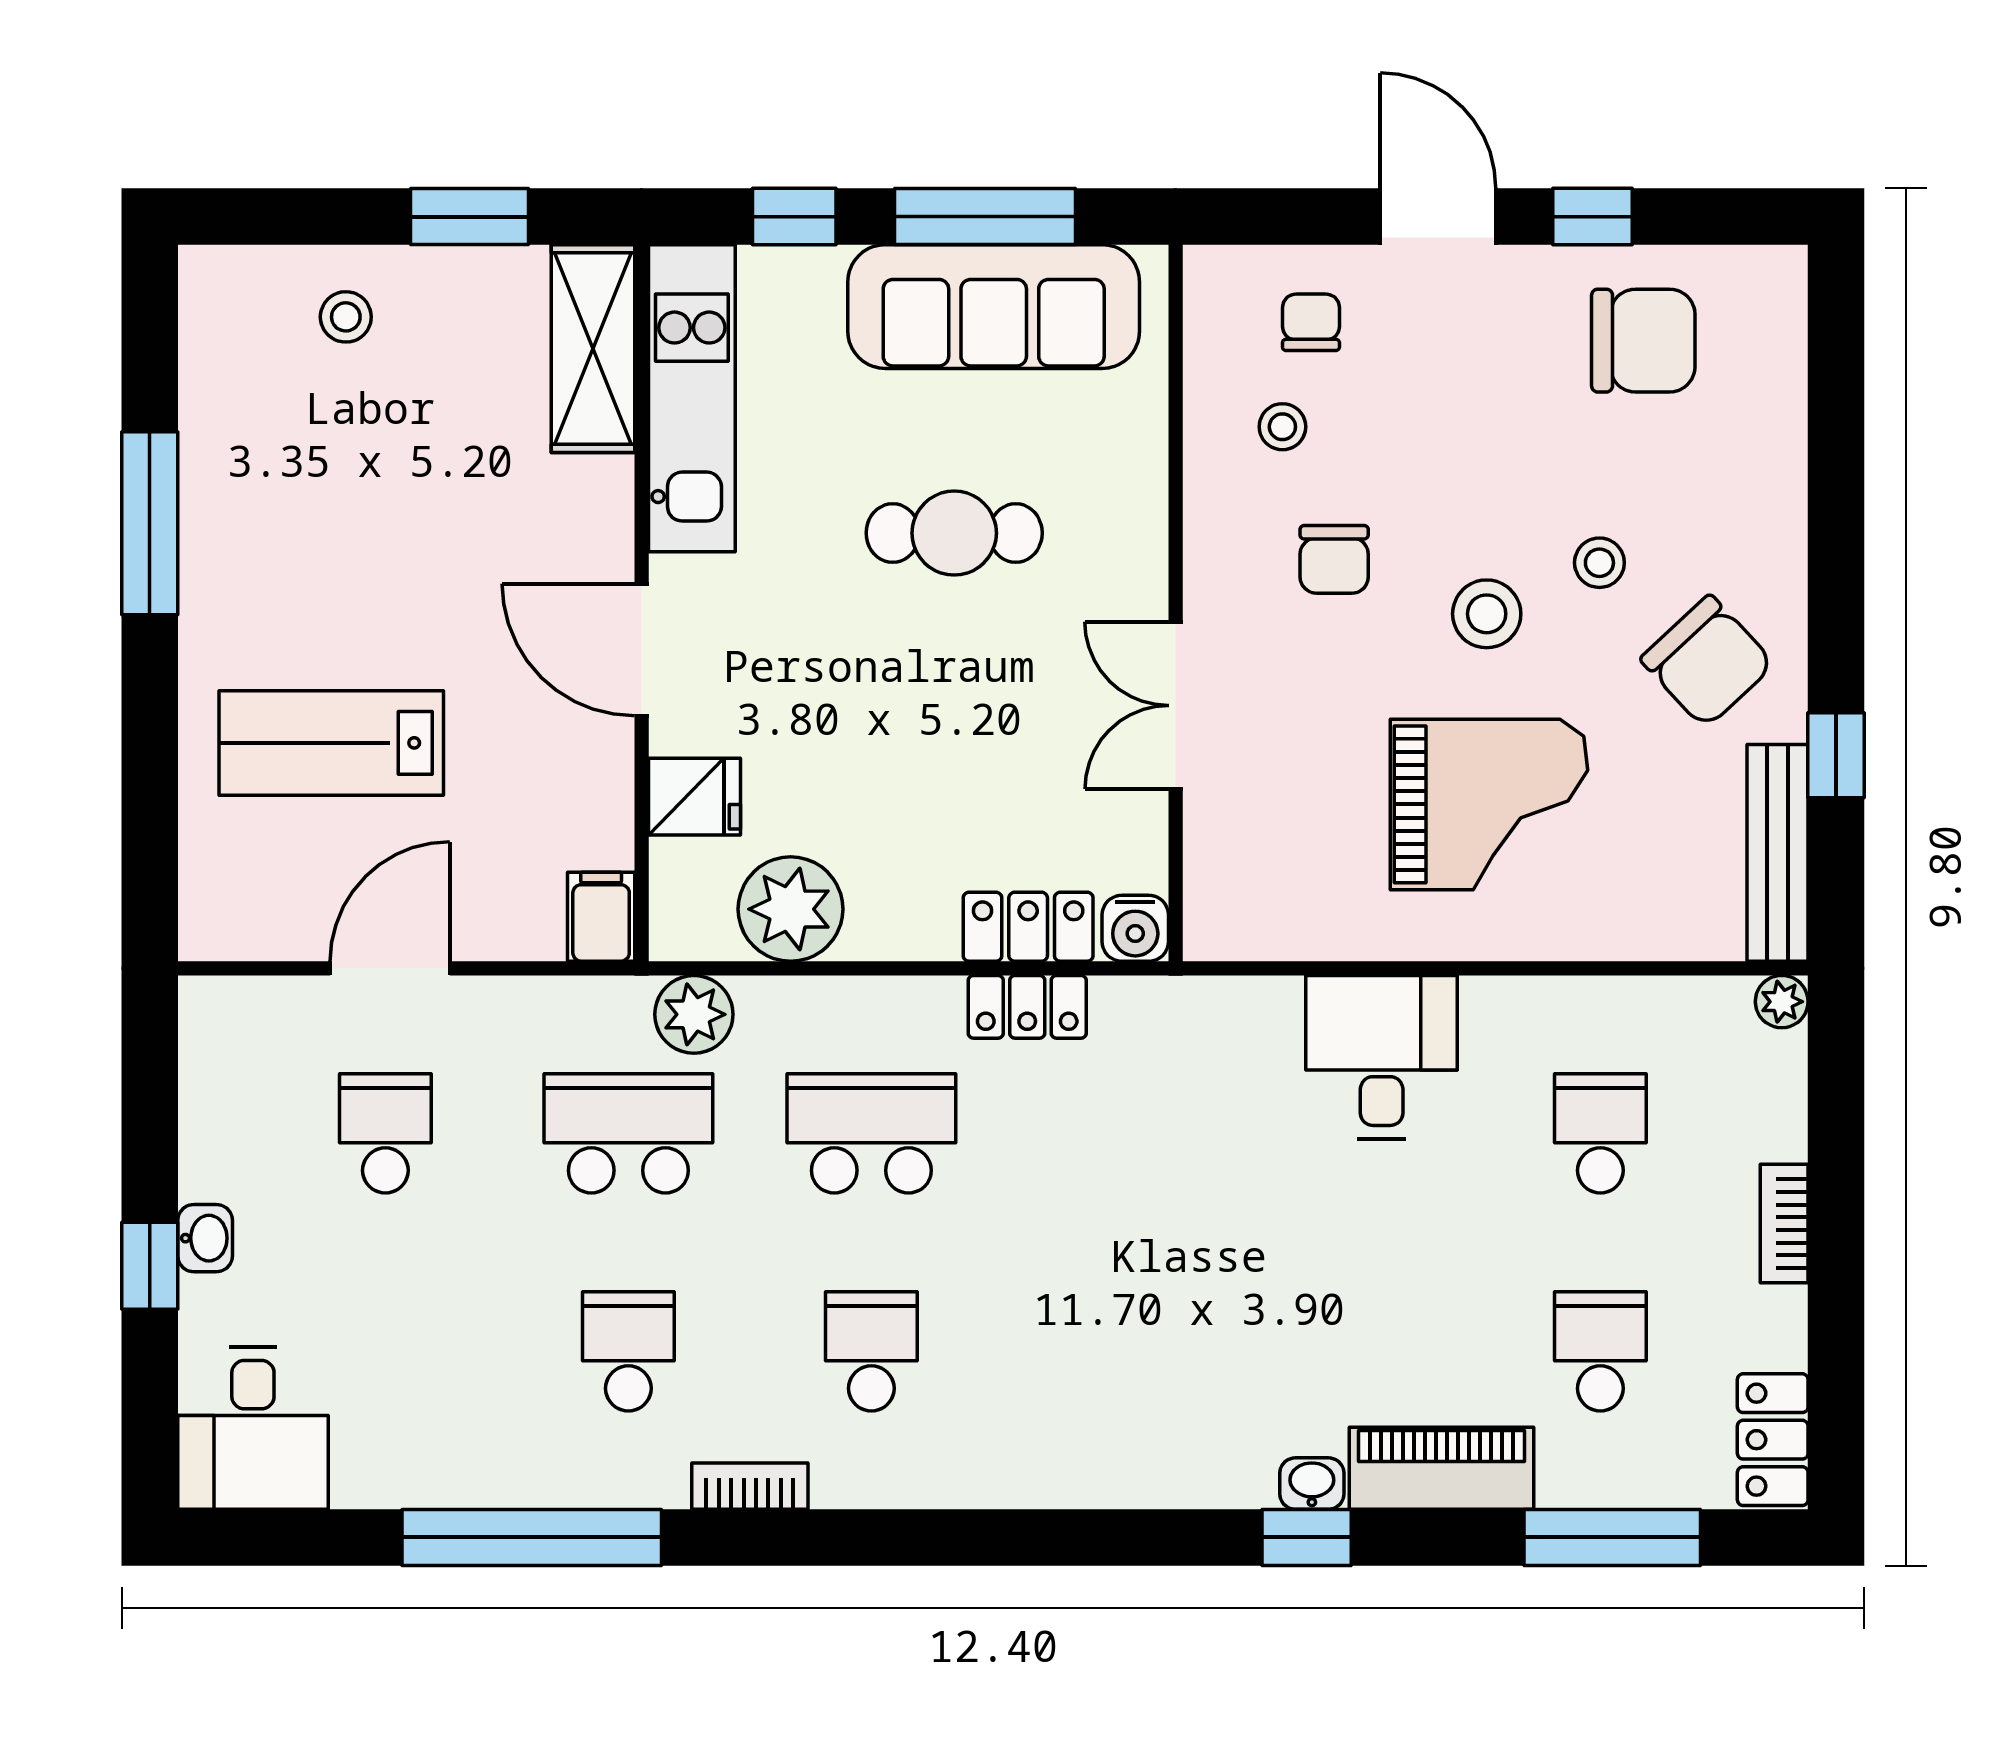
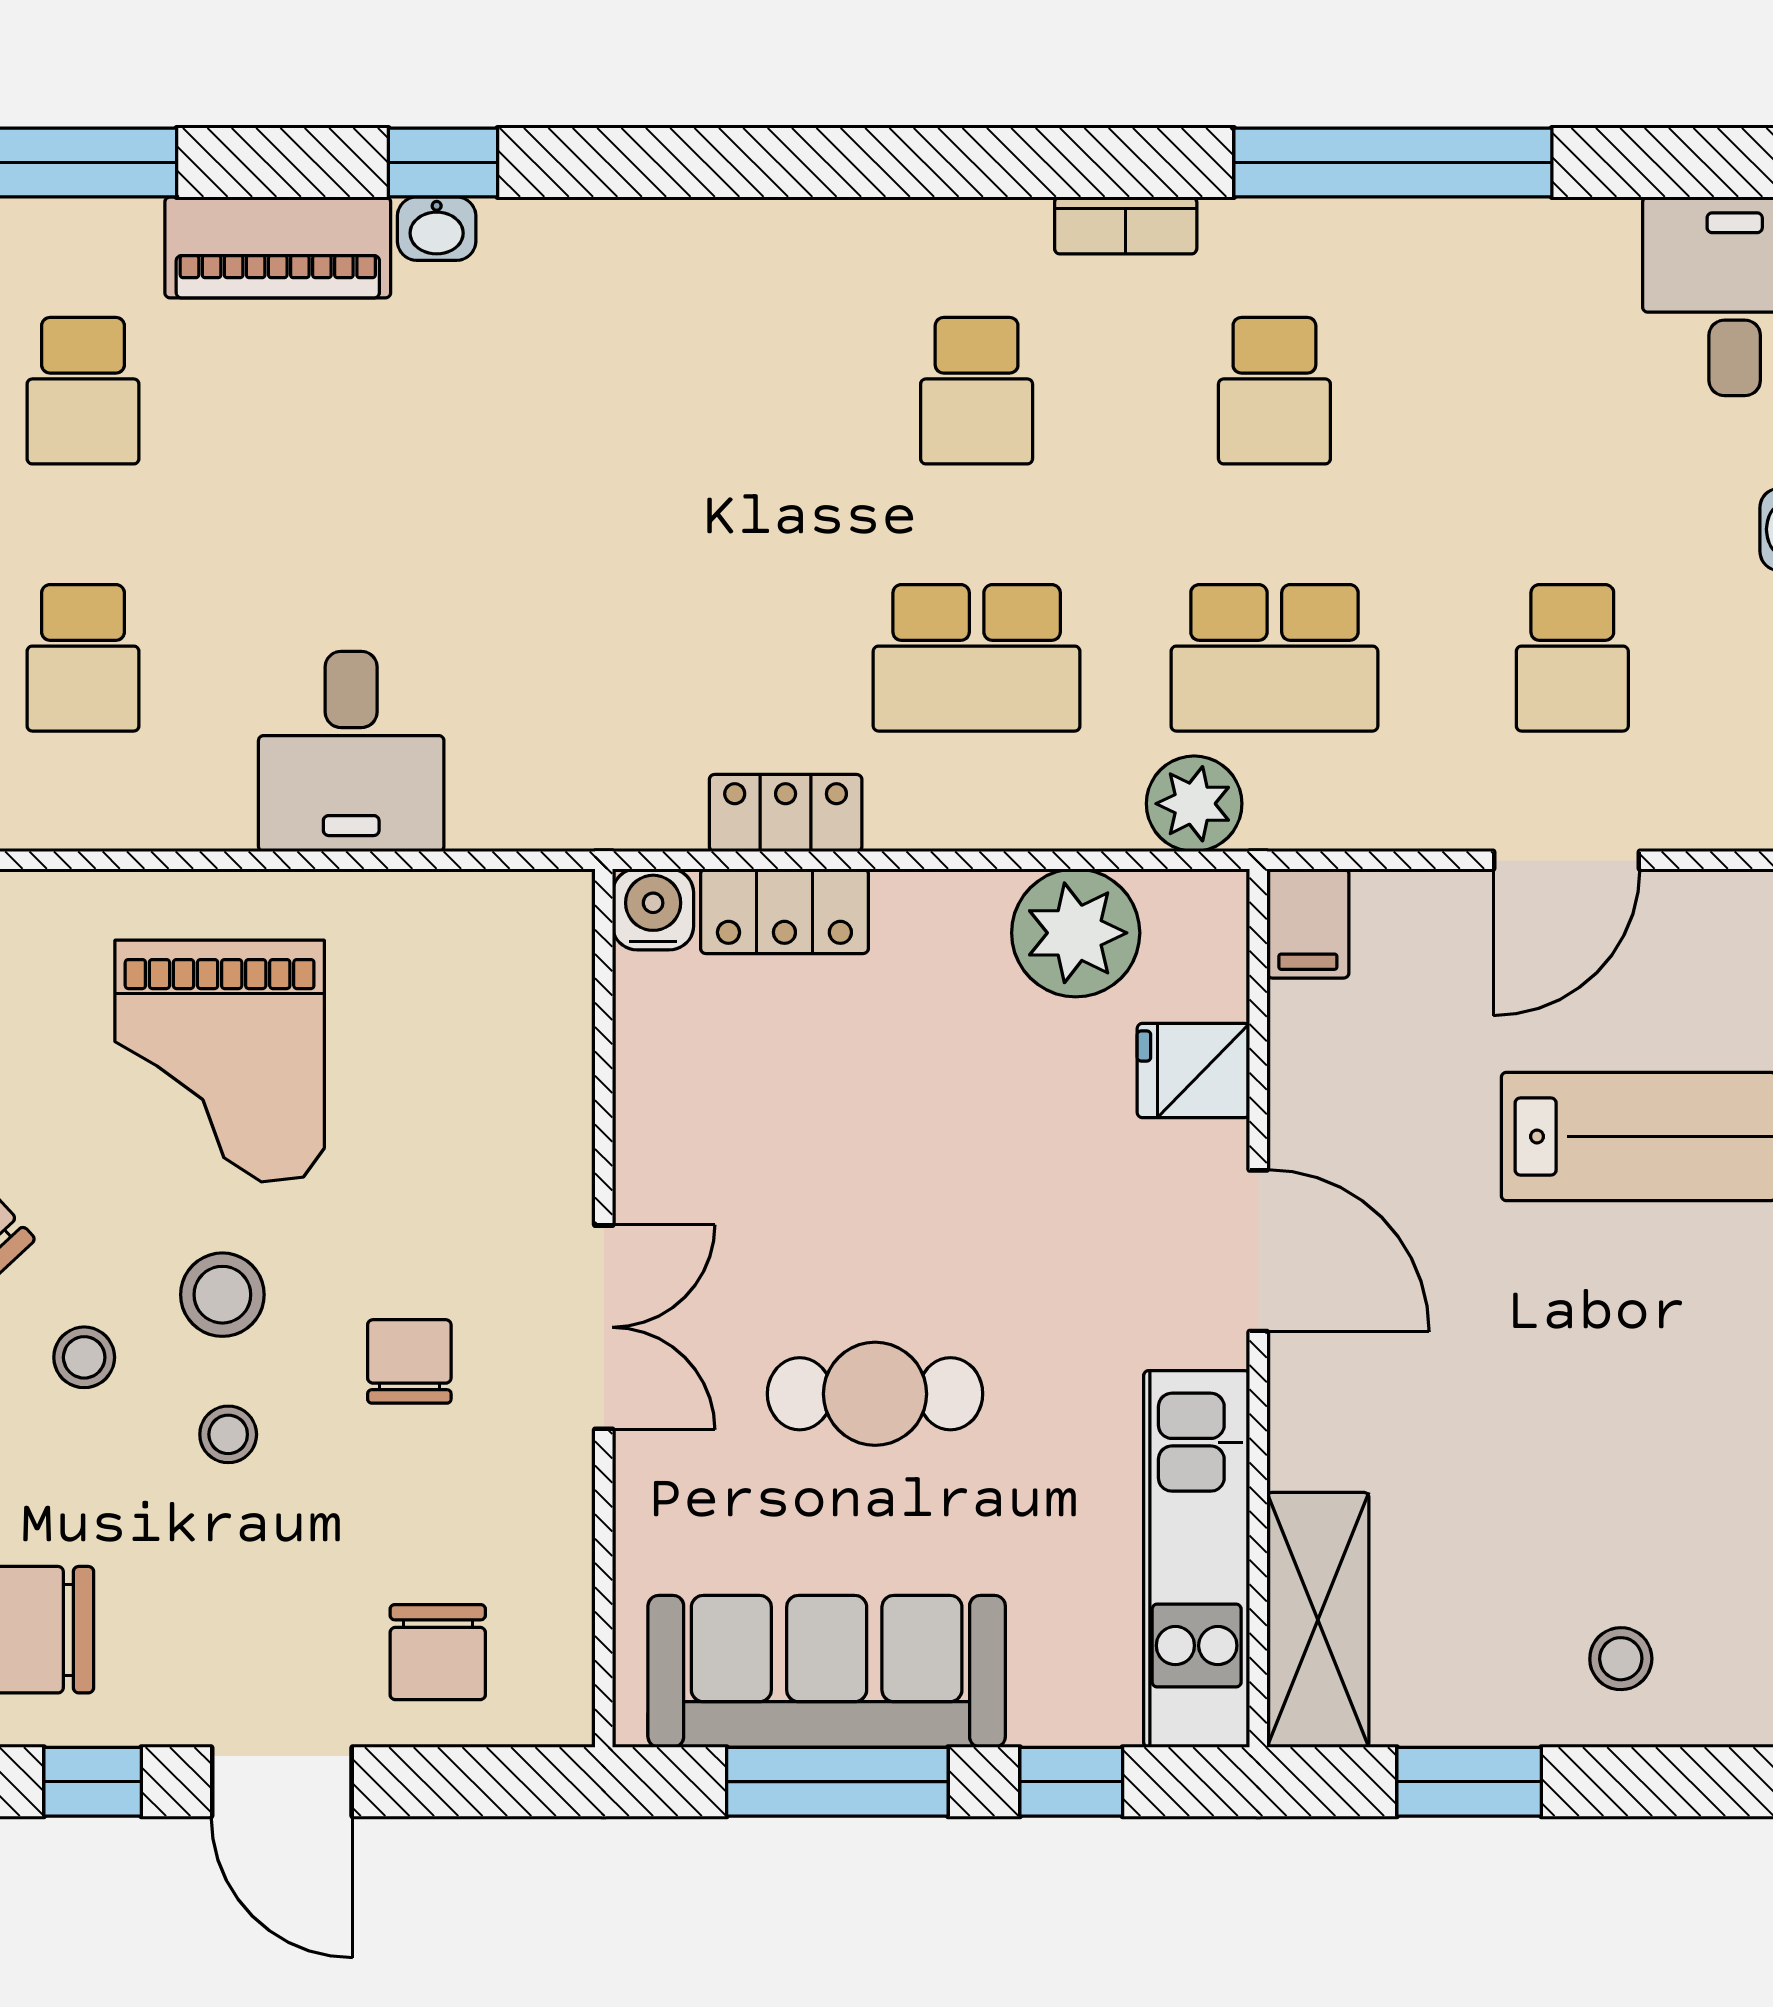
chair: (1311, 322) -> (438, 1652), width x1.37, depth x1.37
stool: (1282, 427) -> (228, 1434), moved
double door: (1176, 706) -> (604, 1327), moved
grand piano: (1489, 804) -> (220, 1061), turned -90

